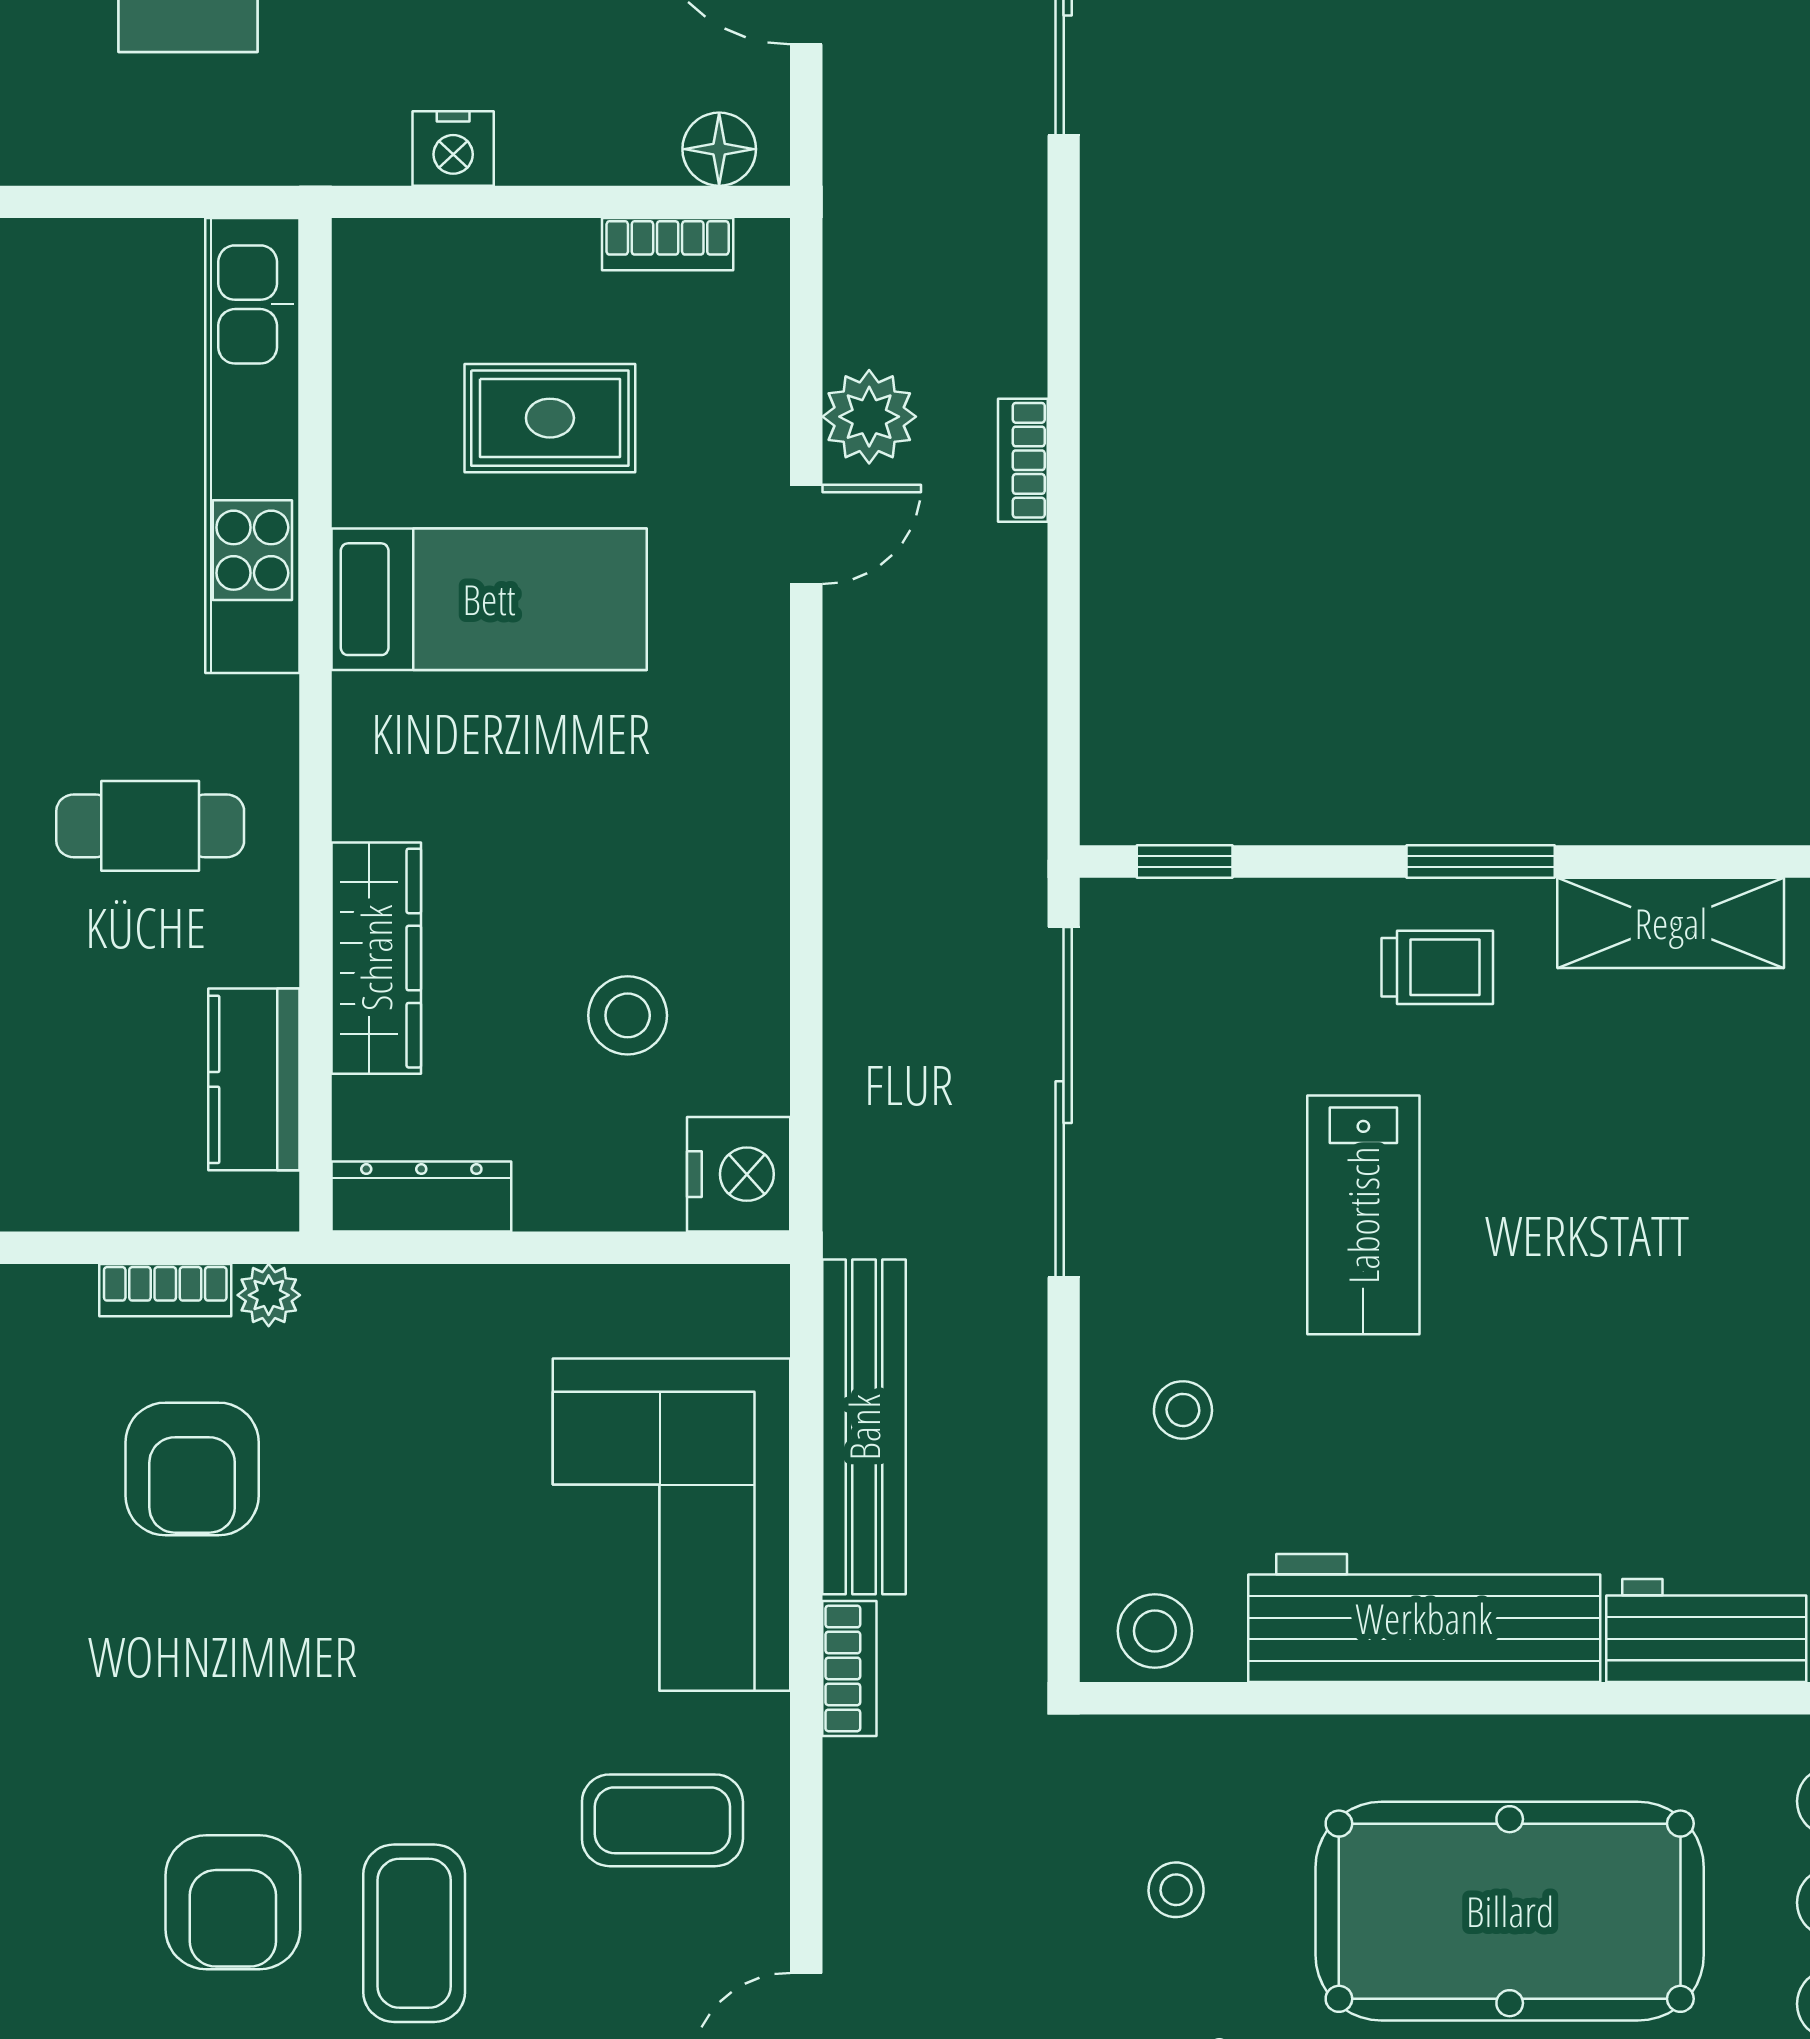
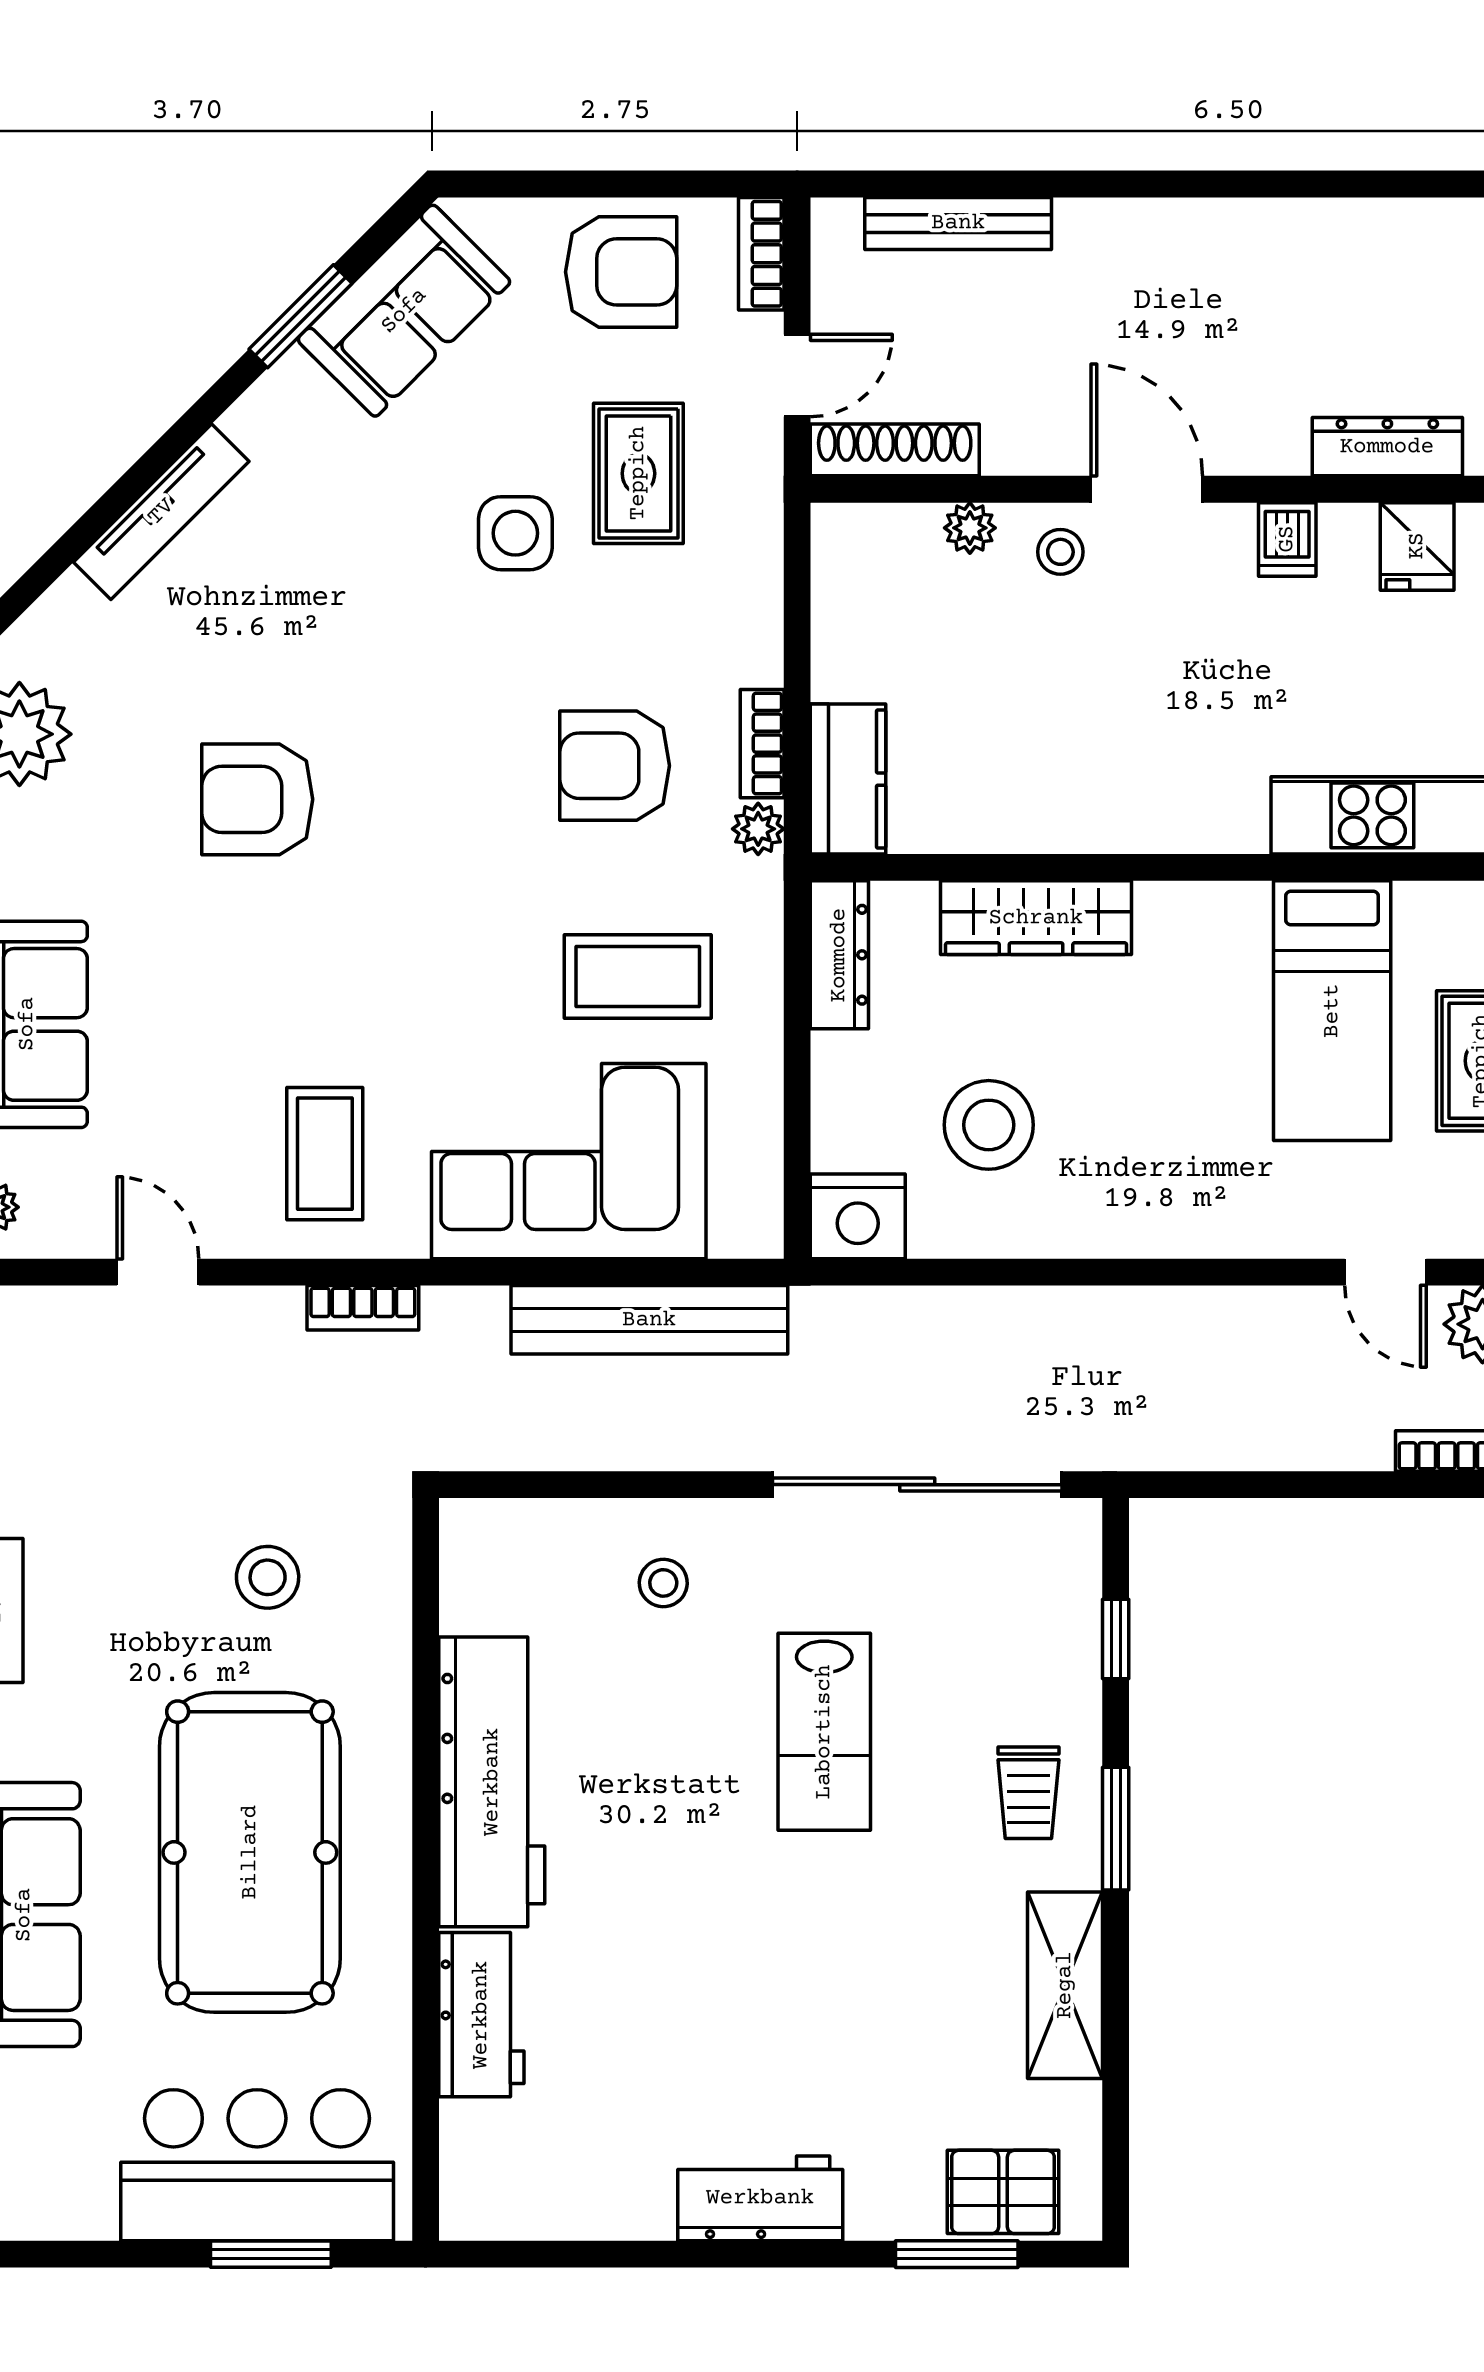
cafe table: (150, 826) -> (1145, 731), removed
window: (1185, 862) -> (1116, 1639), moved
stool: (628, 1015) -> (989, 1125), width x1.38, depth x1.38
kitchen counter: (254, 1079) -> (848, 779), moved, turned 90
lab bench: (1363, 1215) -> (824, 1732), turned -90
stool: (1155, 1631) -> (481, 1560), removed
bookcase: (849, 1668) -> (363, 1308), moved
stool: (1176, 1890) -> (268, 1577), width x1.37, depth x1.37
coffee table: (414, 1933) -> (638, 977), moved

